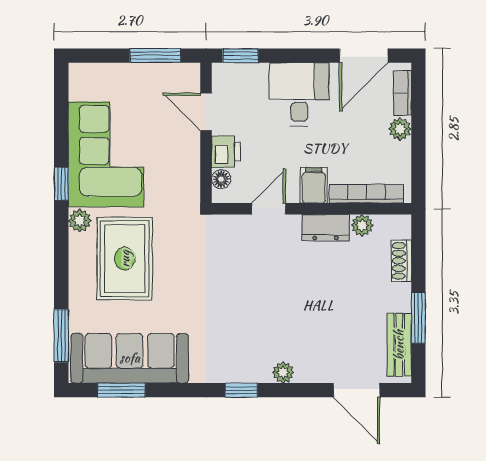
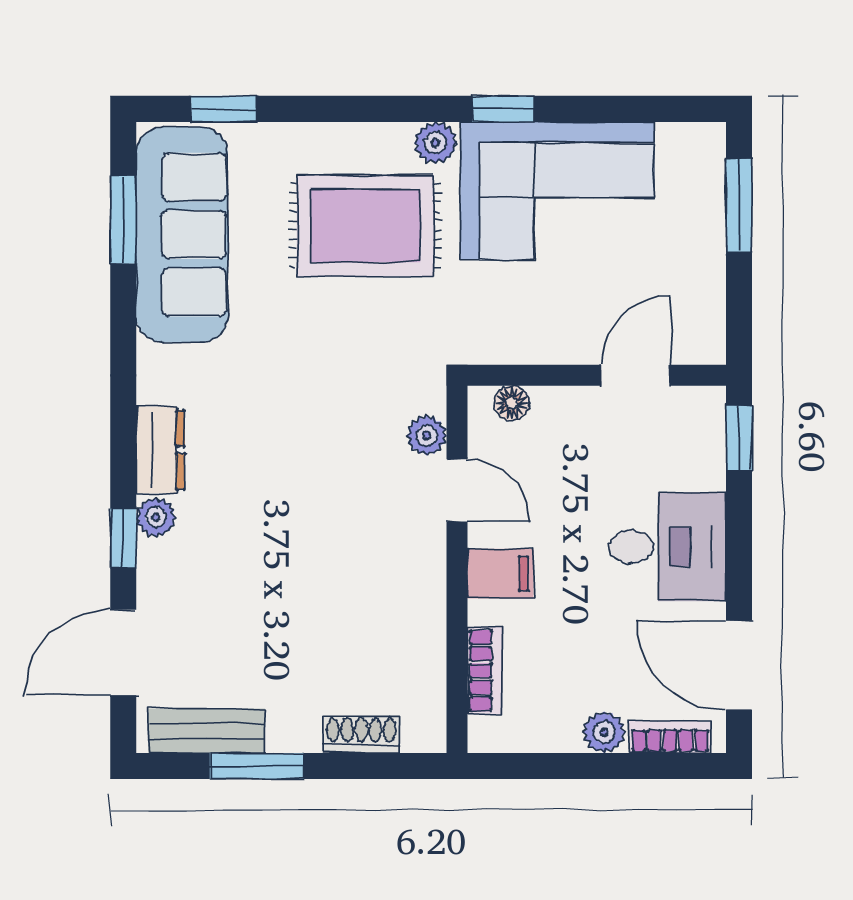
window: (155, 56) -> (739, 205), moved
printer: (226, 152) -> (562, 412), removed
bookcase: (367, 194) -> (485, 671), width x0.64
plant: (362, 225) -> (427, 436), moved
dresser: (325, 228) -> (161, 450), moved, turned 180
window: (61, 336) -> (224, 109), width x0.67
window: (241, 390) -> (123, 538), moved

